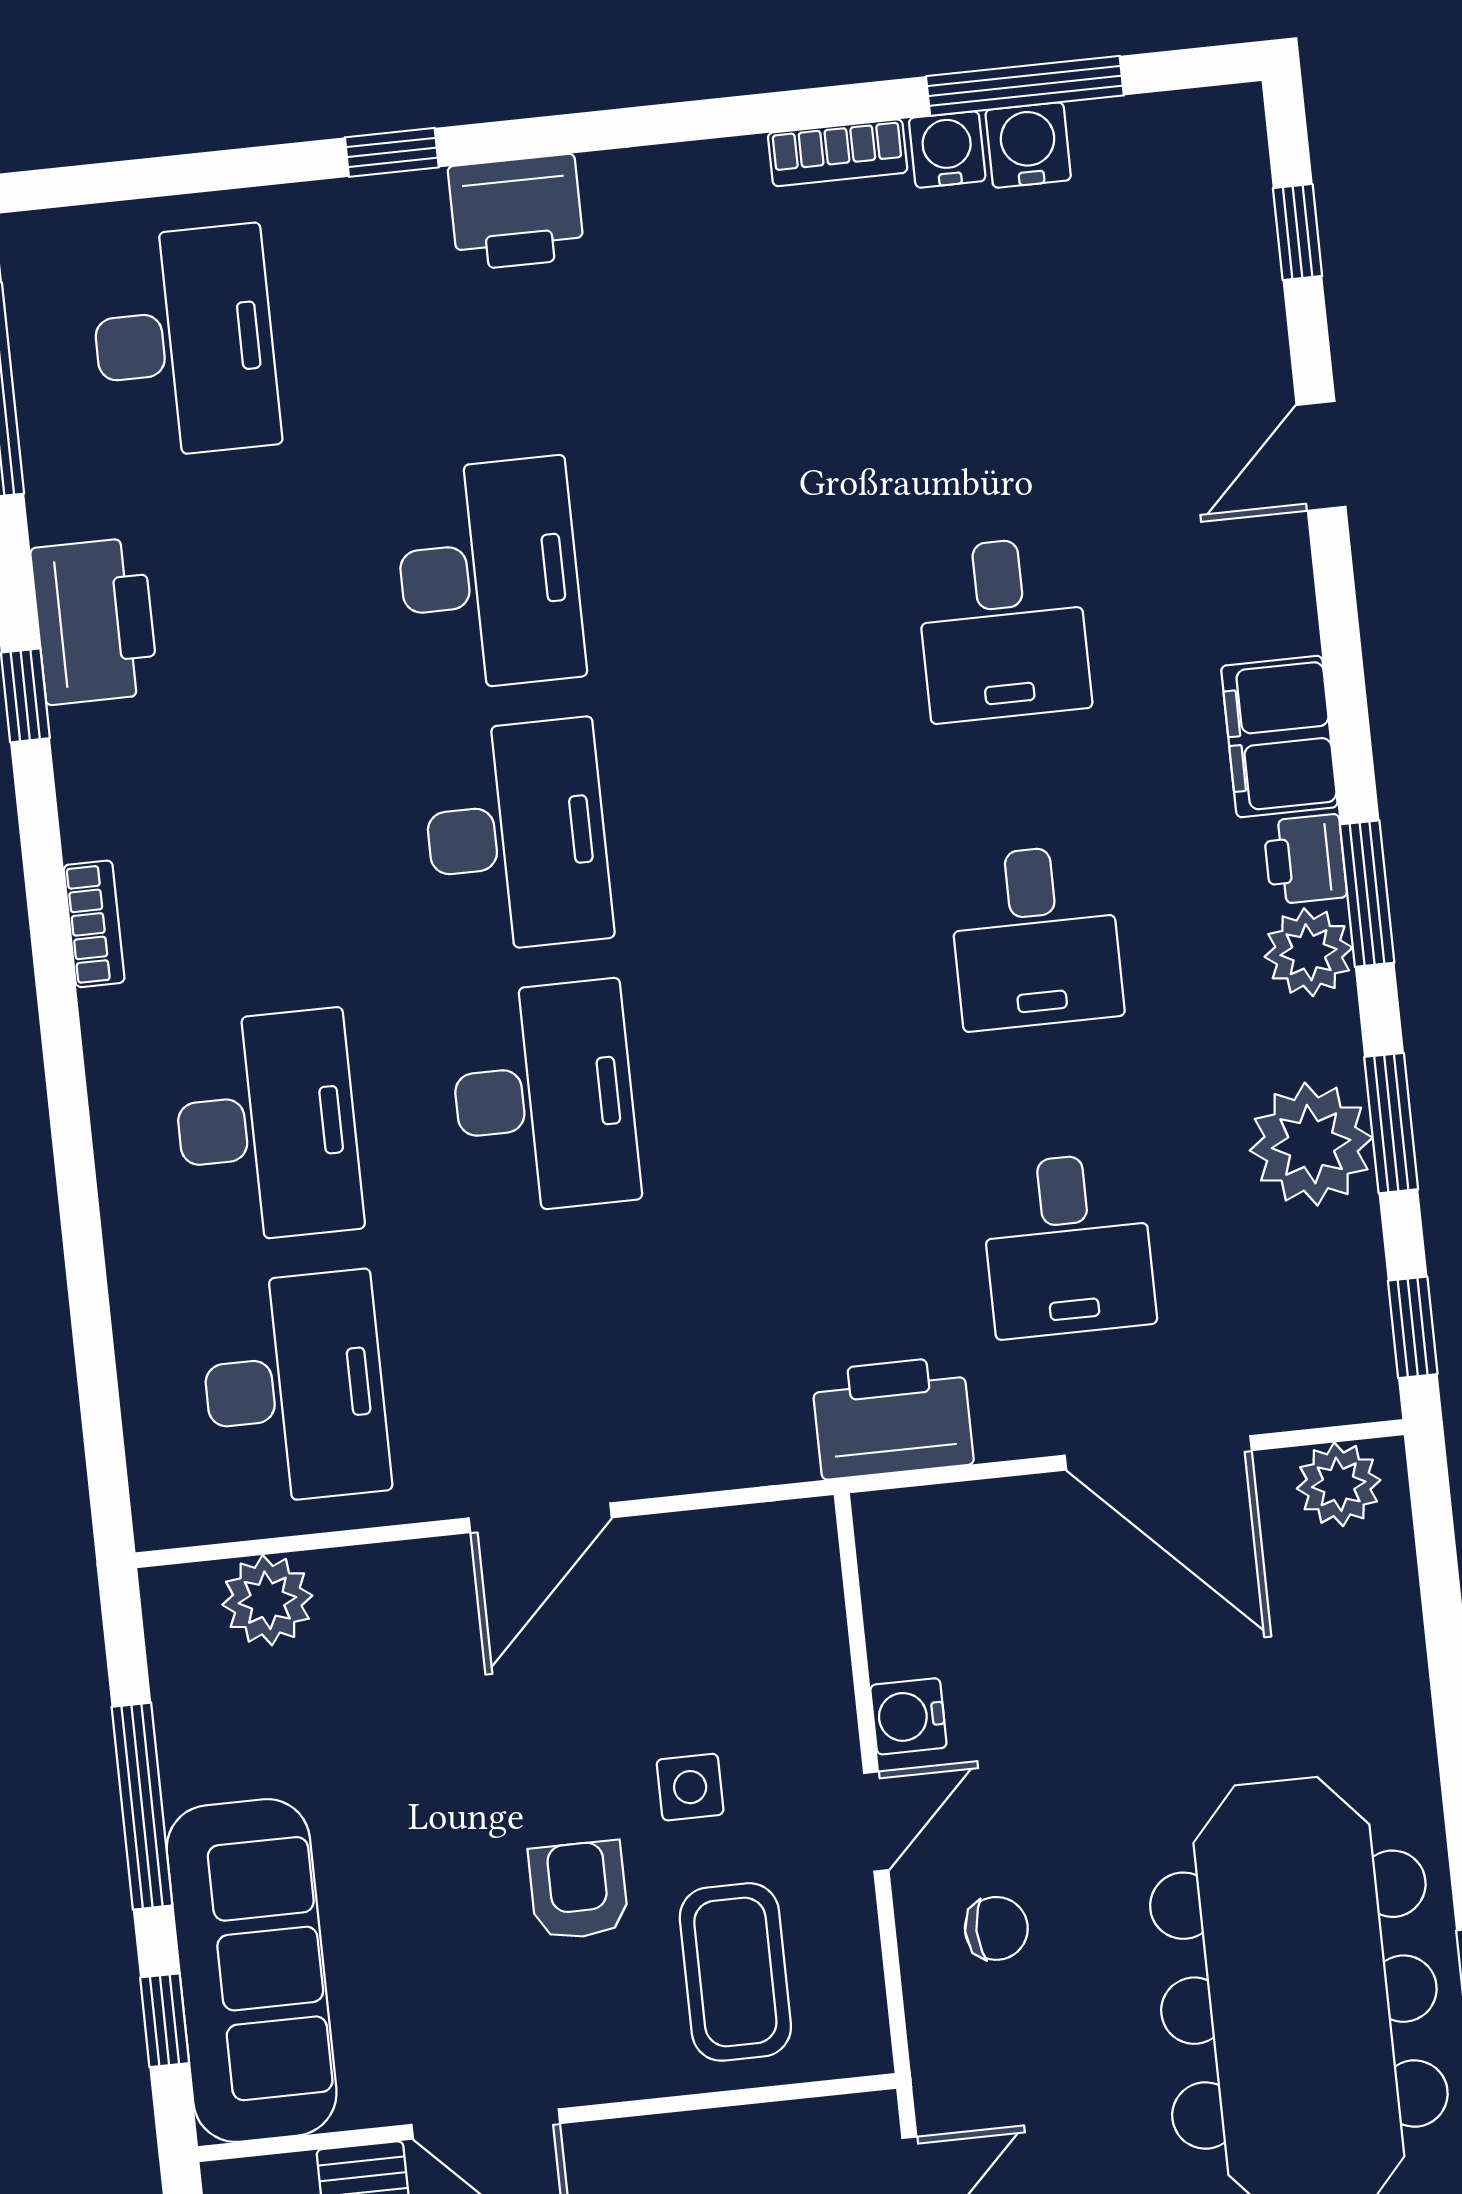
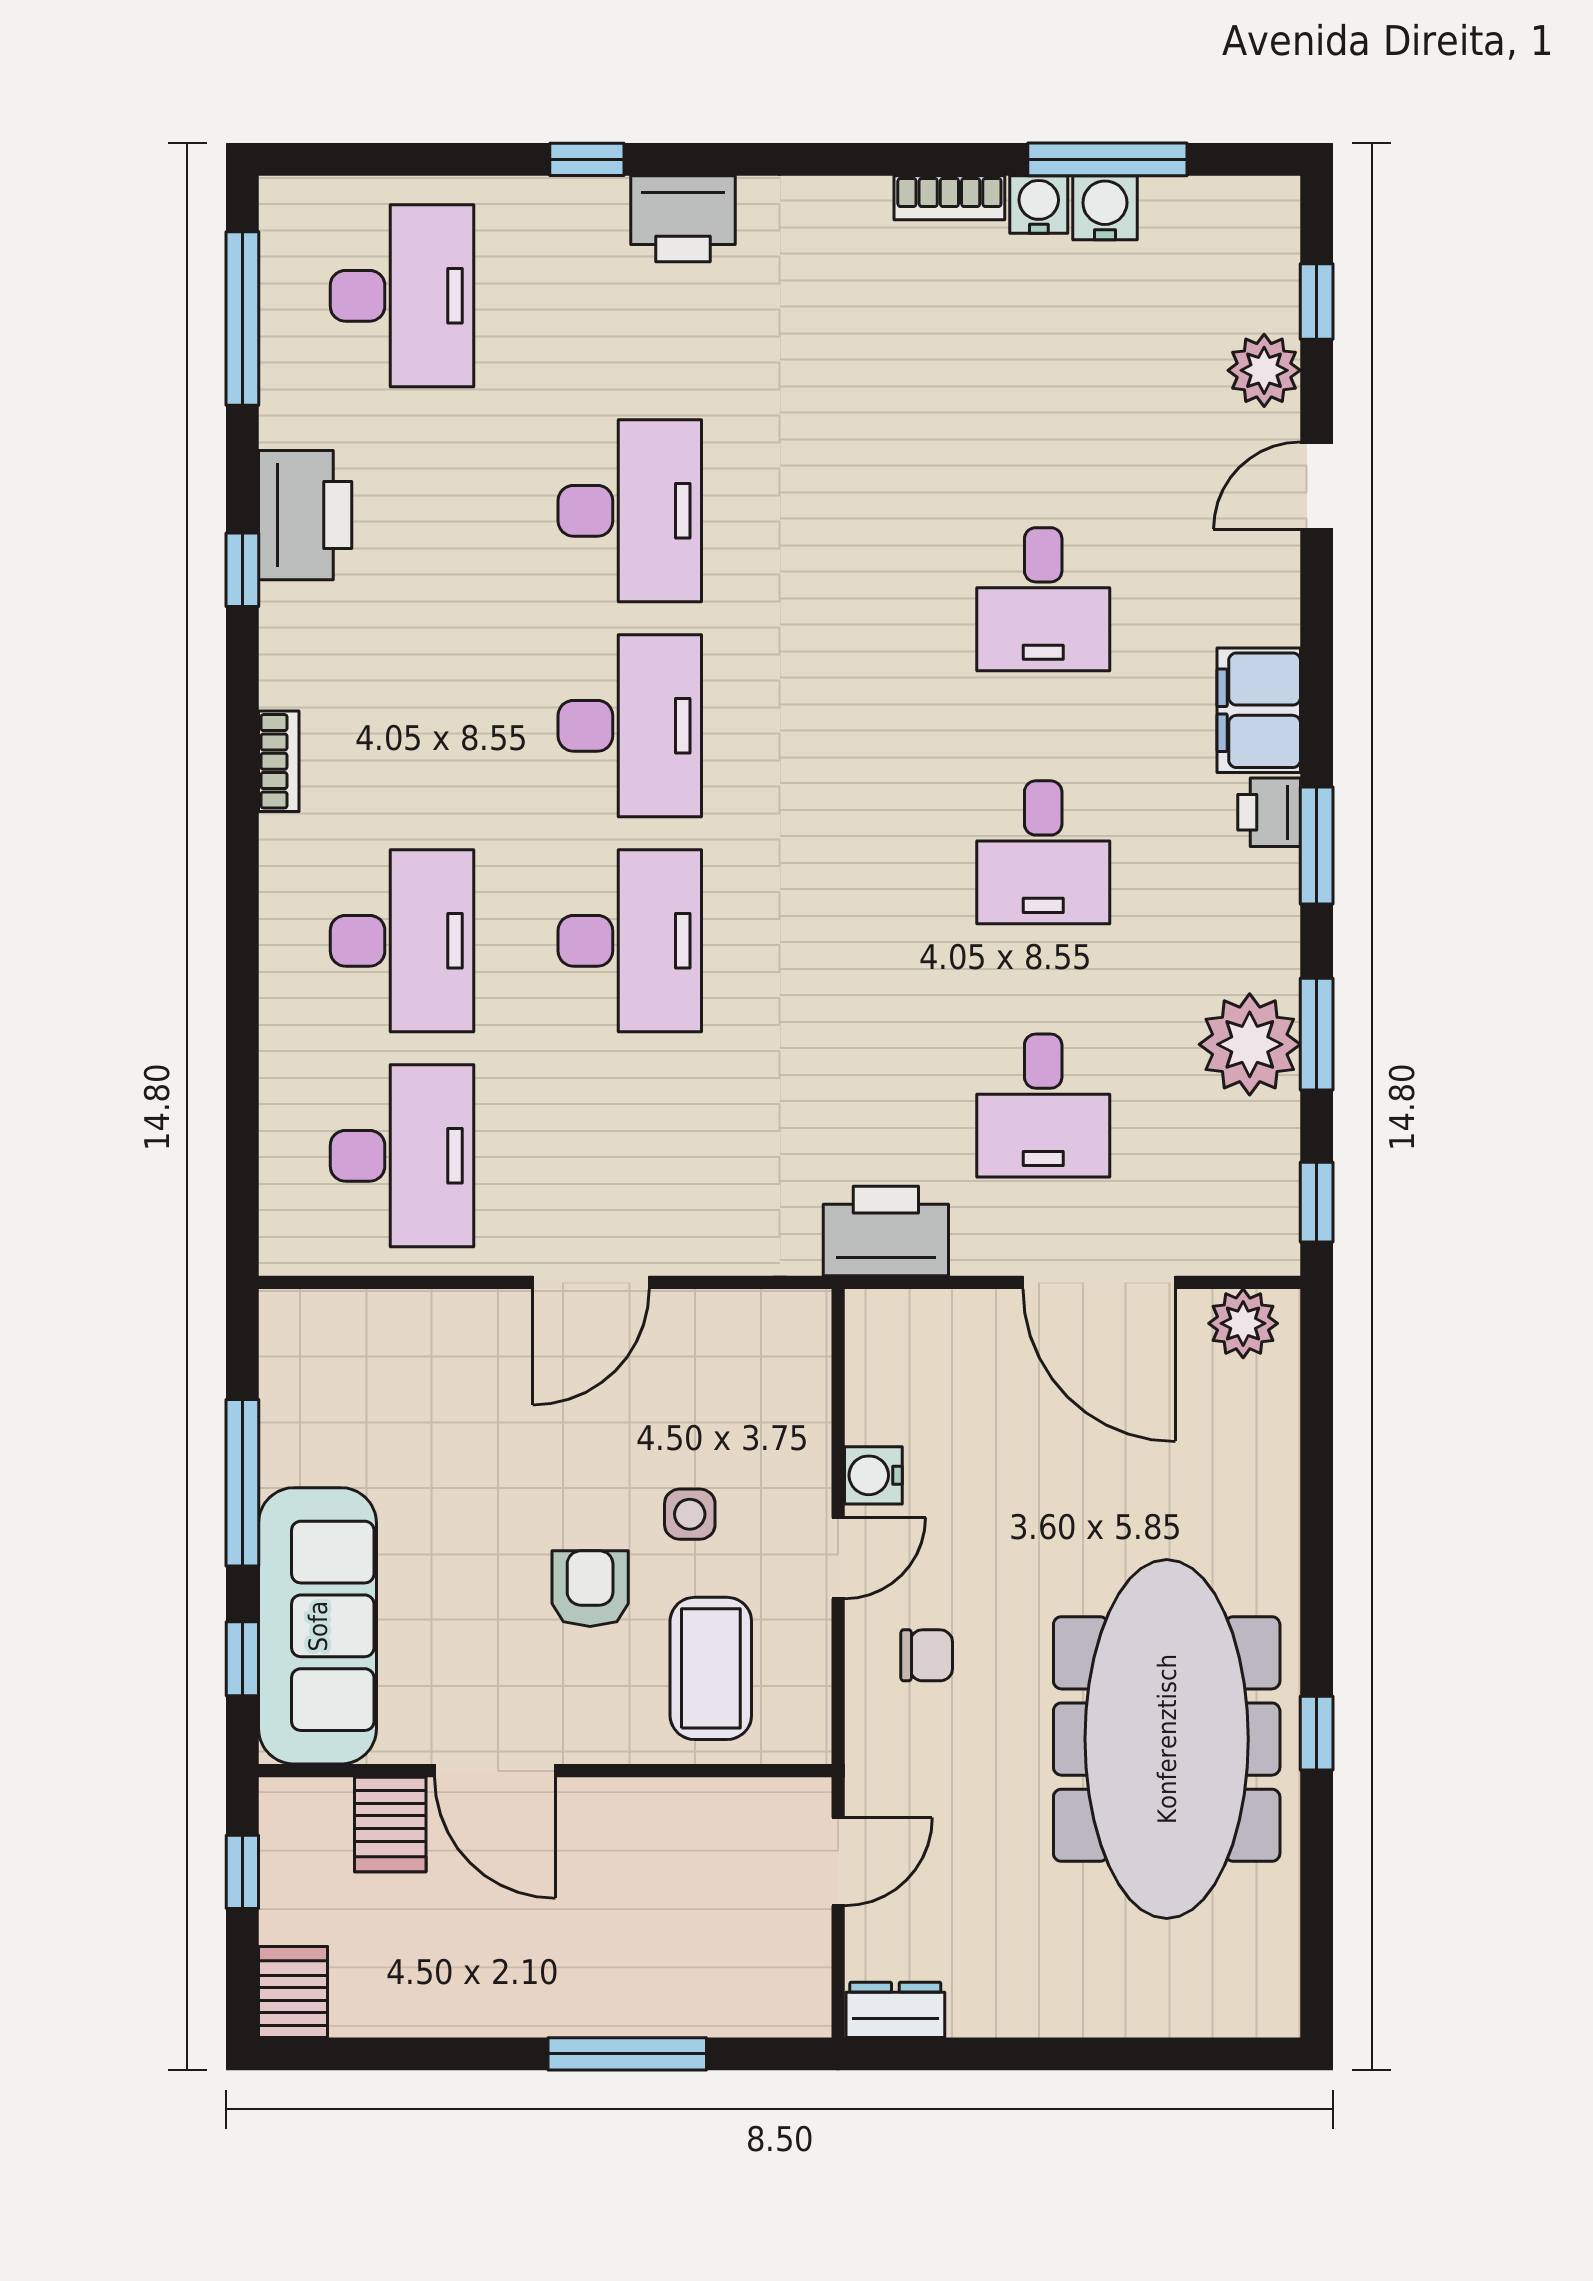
plant: (1309, 952) -> (1264, 370), moved
plant: (267, 1600) -> (362, 1326), removed

